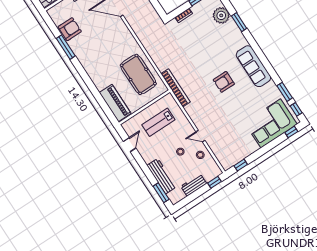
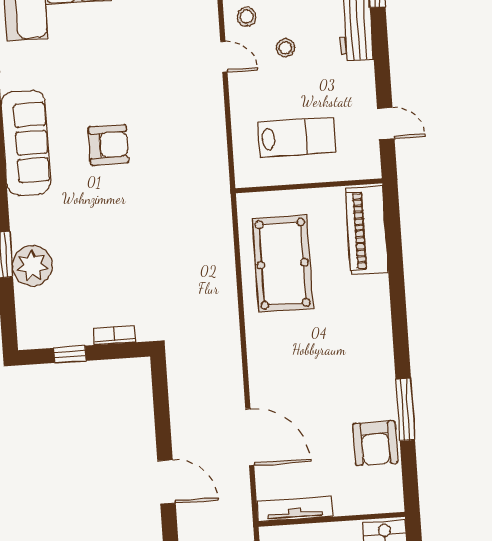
plant: (221, 15) -> (32, 266), moved
armchair: (70, 29) -> (375, 443), turned -90
bookcase: (175, 88) -> (219, 190), removed
door: (130, 145) -> (386, 123), swing flipped

